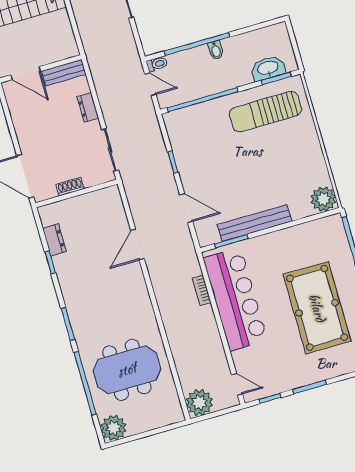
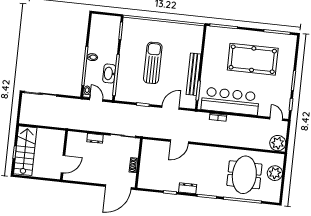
washbasin: (268, 68) -> (109, 74), moved
bench: (64, 73) -> (71, 144), removed
door: (150, 84) -> (96, 100), hinge flipped
sun lounger: (265, 112) -> (153, 63), moved, turned 180
plant: (323, 199) -> (196, 32), removed
dresser: (54, 240) -> (188, 188), moved
door: (137, 245) -> (179, 142), hinge flipped
door: (237, 384) -> (276, 119), hinge flipped
plant: (114, 428) -> (275, 173), moved

